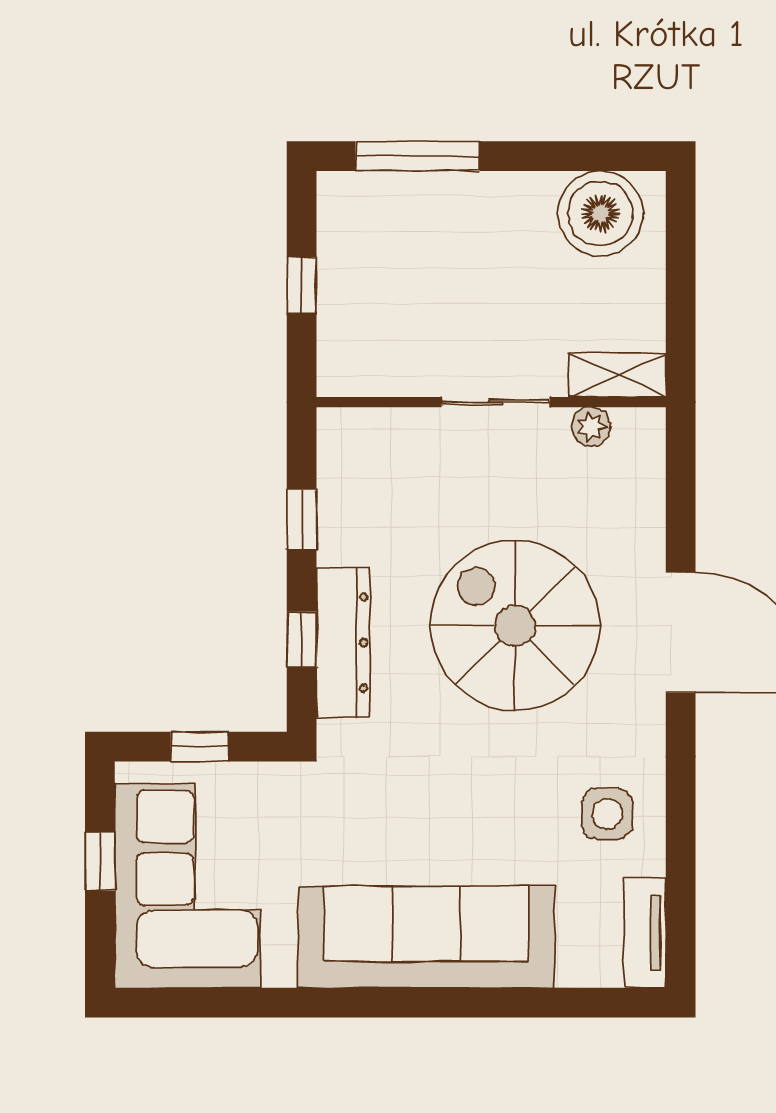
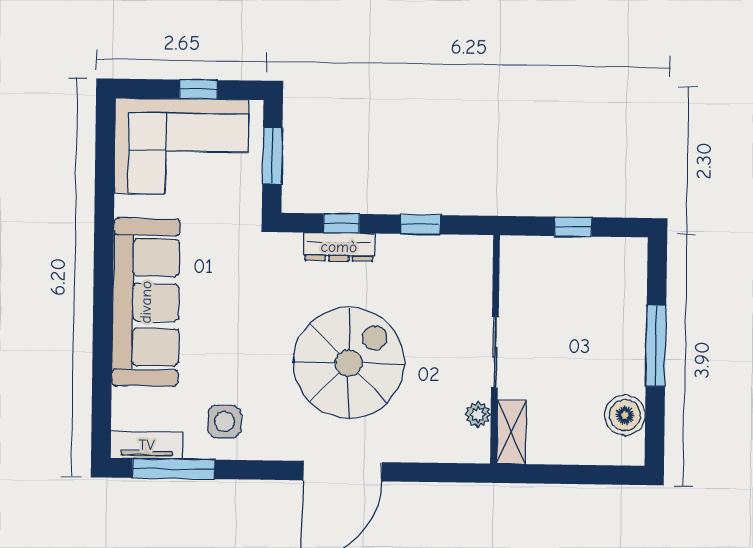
window: (417, 156) -> (656, 346), moved
boiler: (600, 213) -> (625, 415), width x0.73, depth x0.73
dresser: (343, 643) -> (339, 247), width x0.73, depth x0.80
window: (200, 747) -> (272, 156), width x1.50
window: (681, 891) -> (173, 469), added

